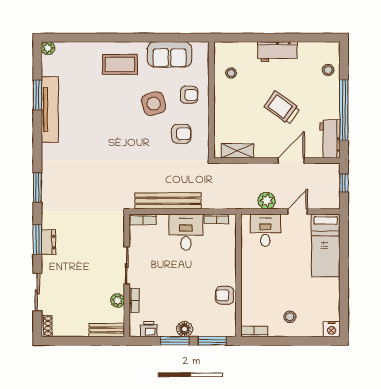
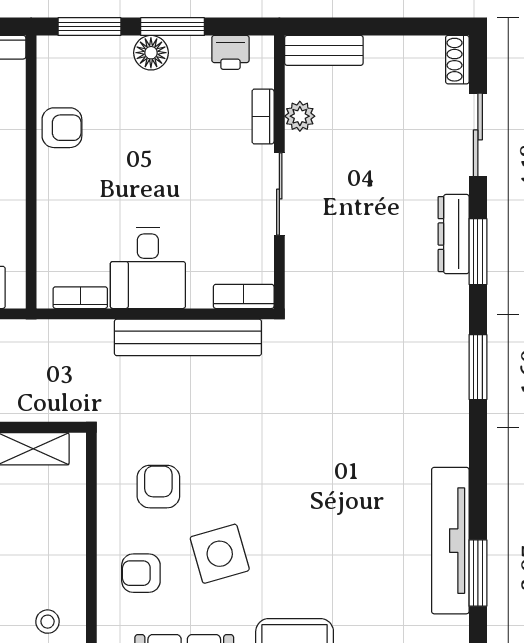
armchair: (181, 134) -> (158, 487), turned 90
dresser: (48, 242) -> (454, 234), width x1.44

